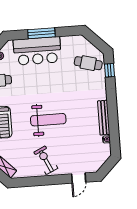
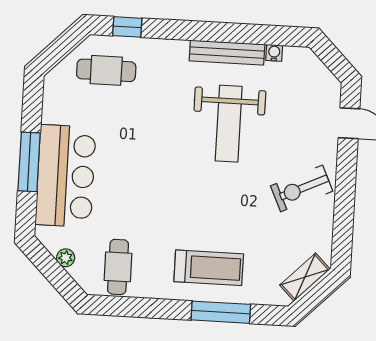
cafe table: (88, 63) -> (106, 70), turned 75
weight bench: (48, 120) -> (229, 124), moved, turned 180

